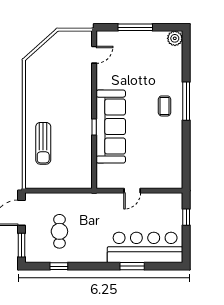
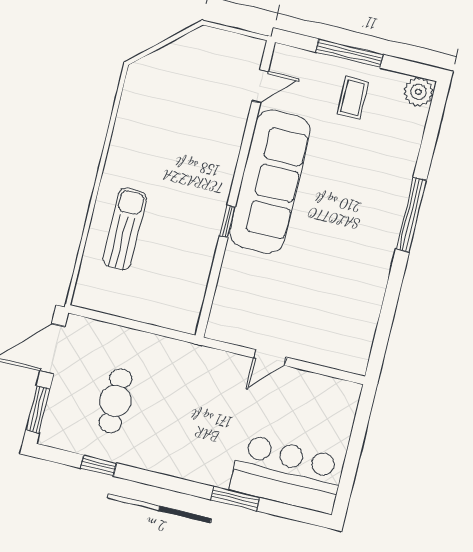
coffee table: (165, 106) -> (353, 98), moved
sofa: (111, 127) -> (270, 182), moved
sun lounger: (43, 143) -> (125, 229), turned 180
window: (186, 217) -> (359, 431), removed
bar counter: (145, 247) -> (287, 474), width x0.73

